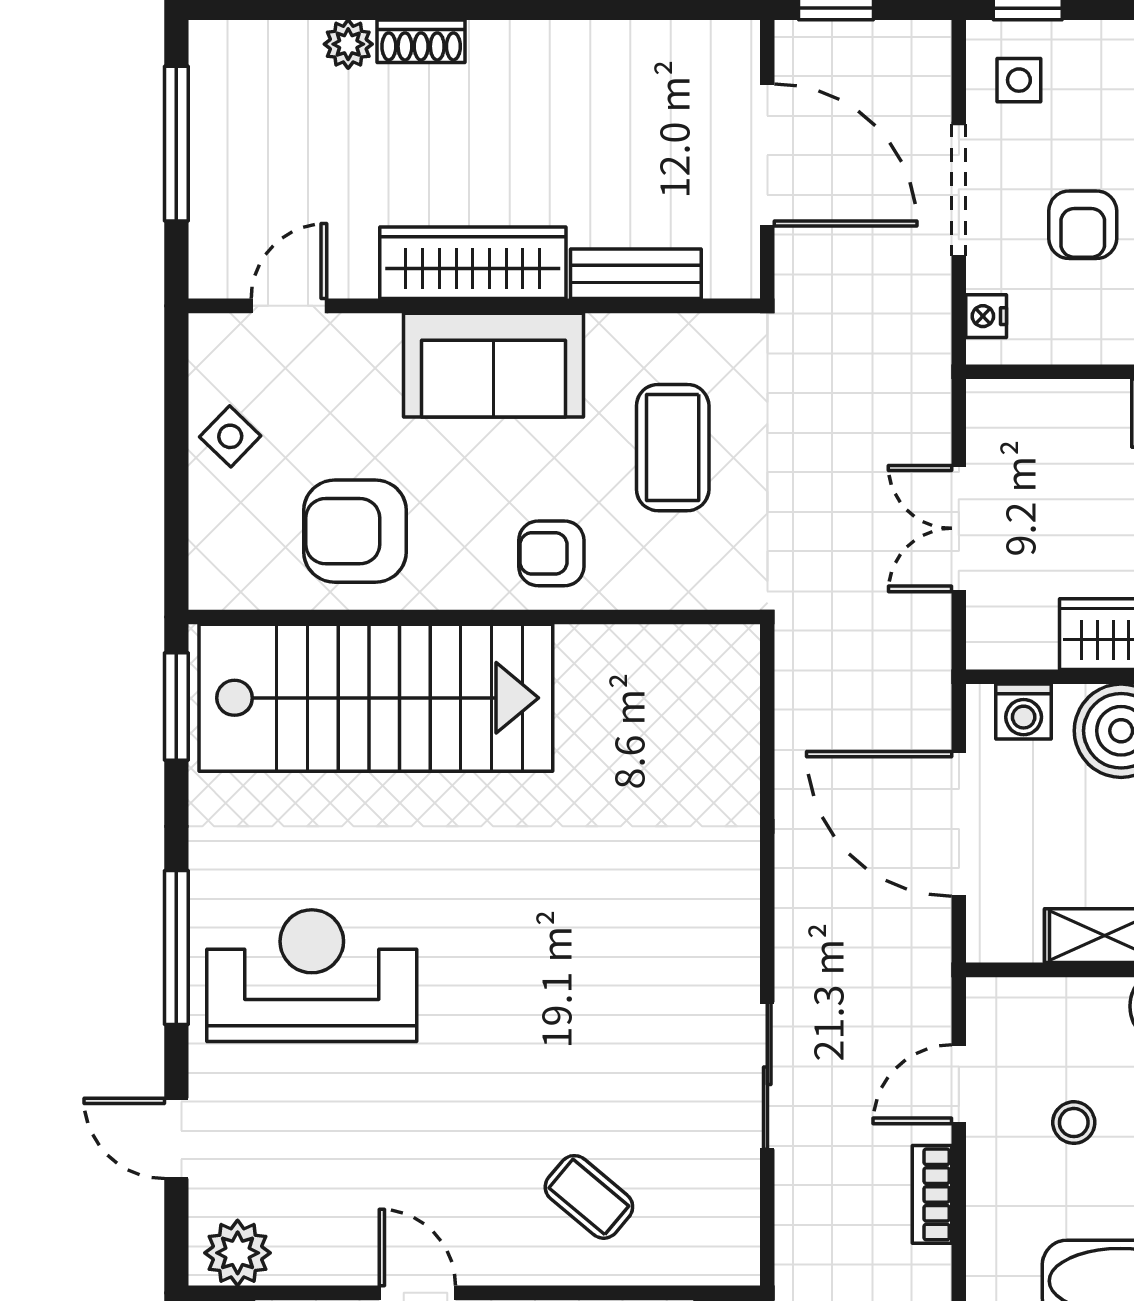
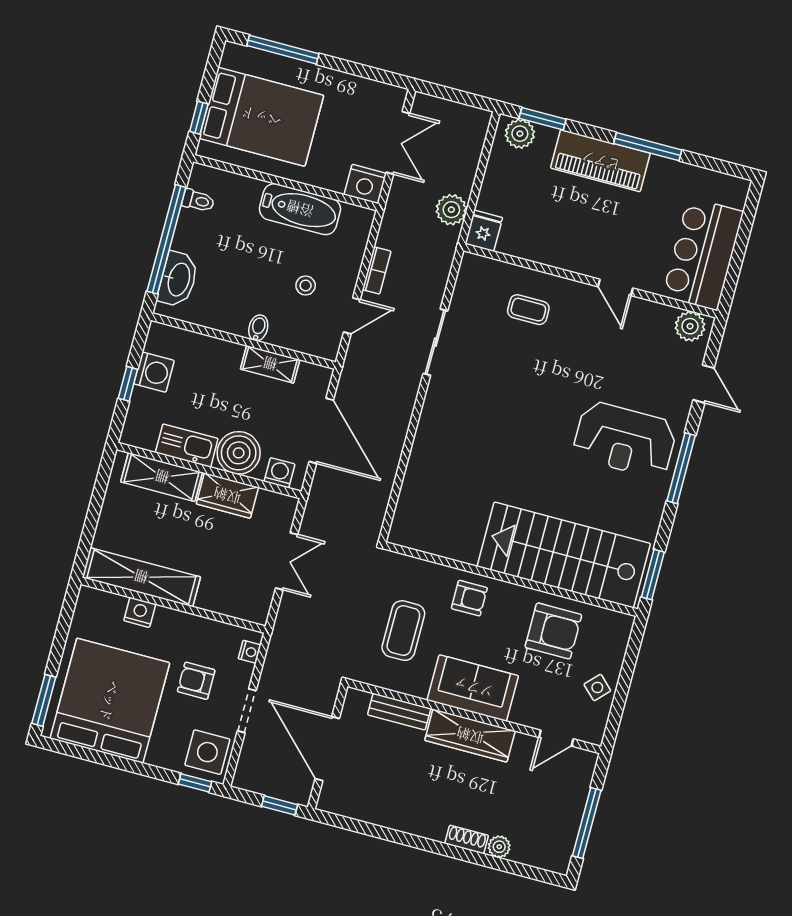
side table: (1019, 80) -> (207, 752), width x1.87, depth x1.87
doorway: (959, 190) -> (247, 711), width x0.73
armchair: (1083, 225) -> (196, 681), turned -90
coffee table: (589, 1197) -> (528, 310), turned -40

